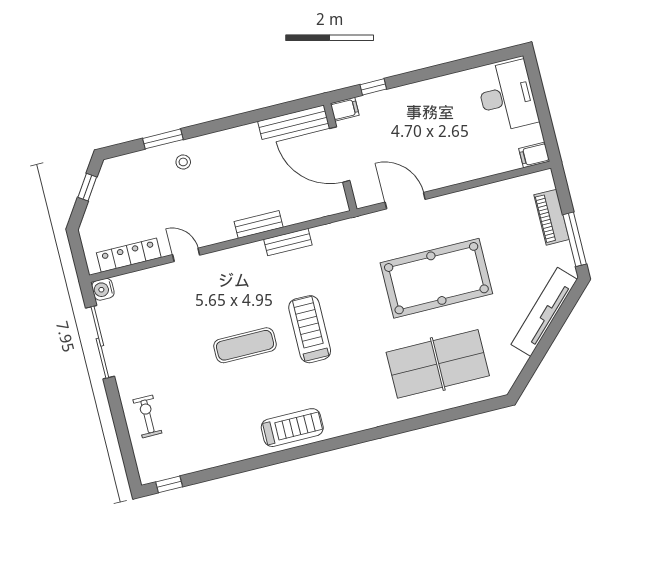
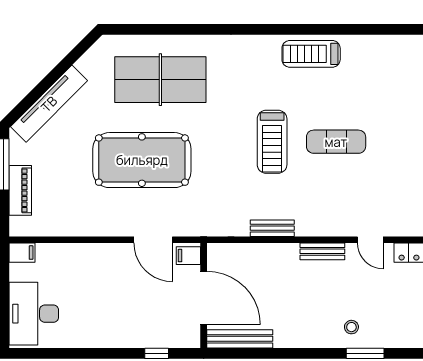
filing cabinet: (345, 109) -> (188, 256), moved
bench: (259, 224) -> (322, 251), moved

